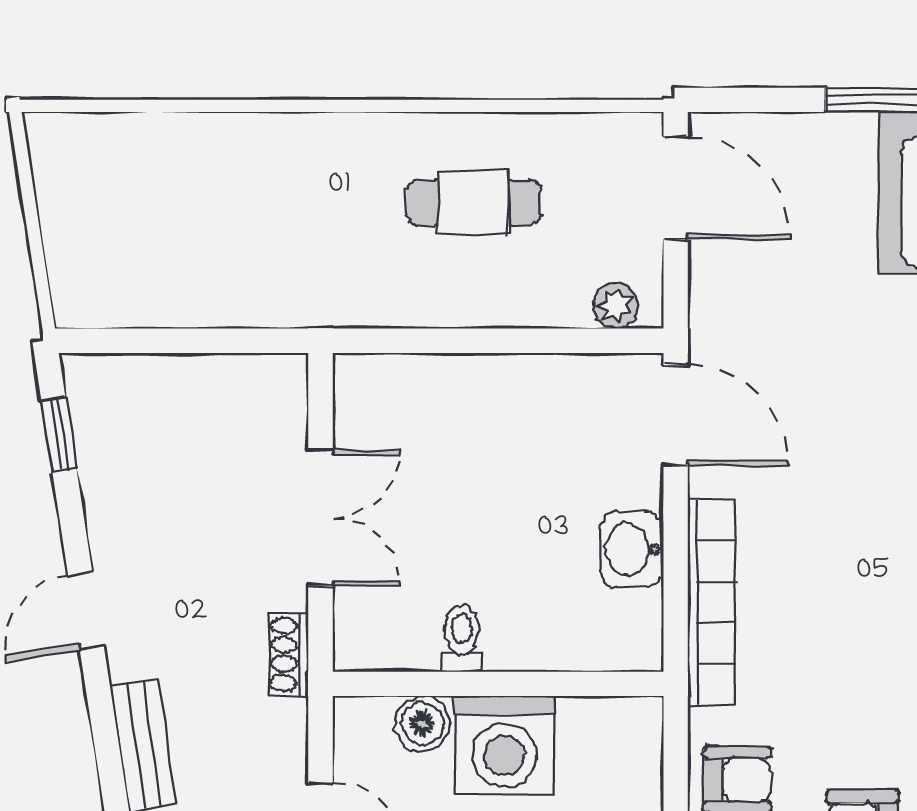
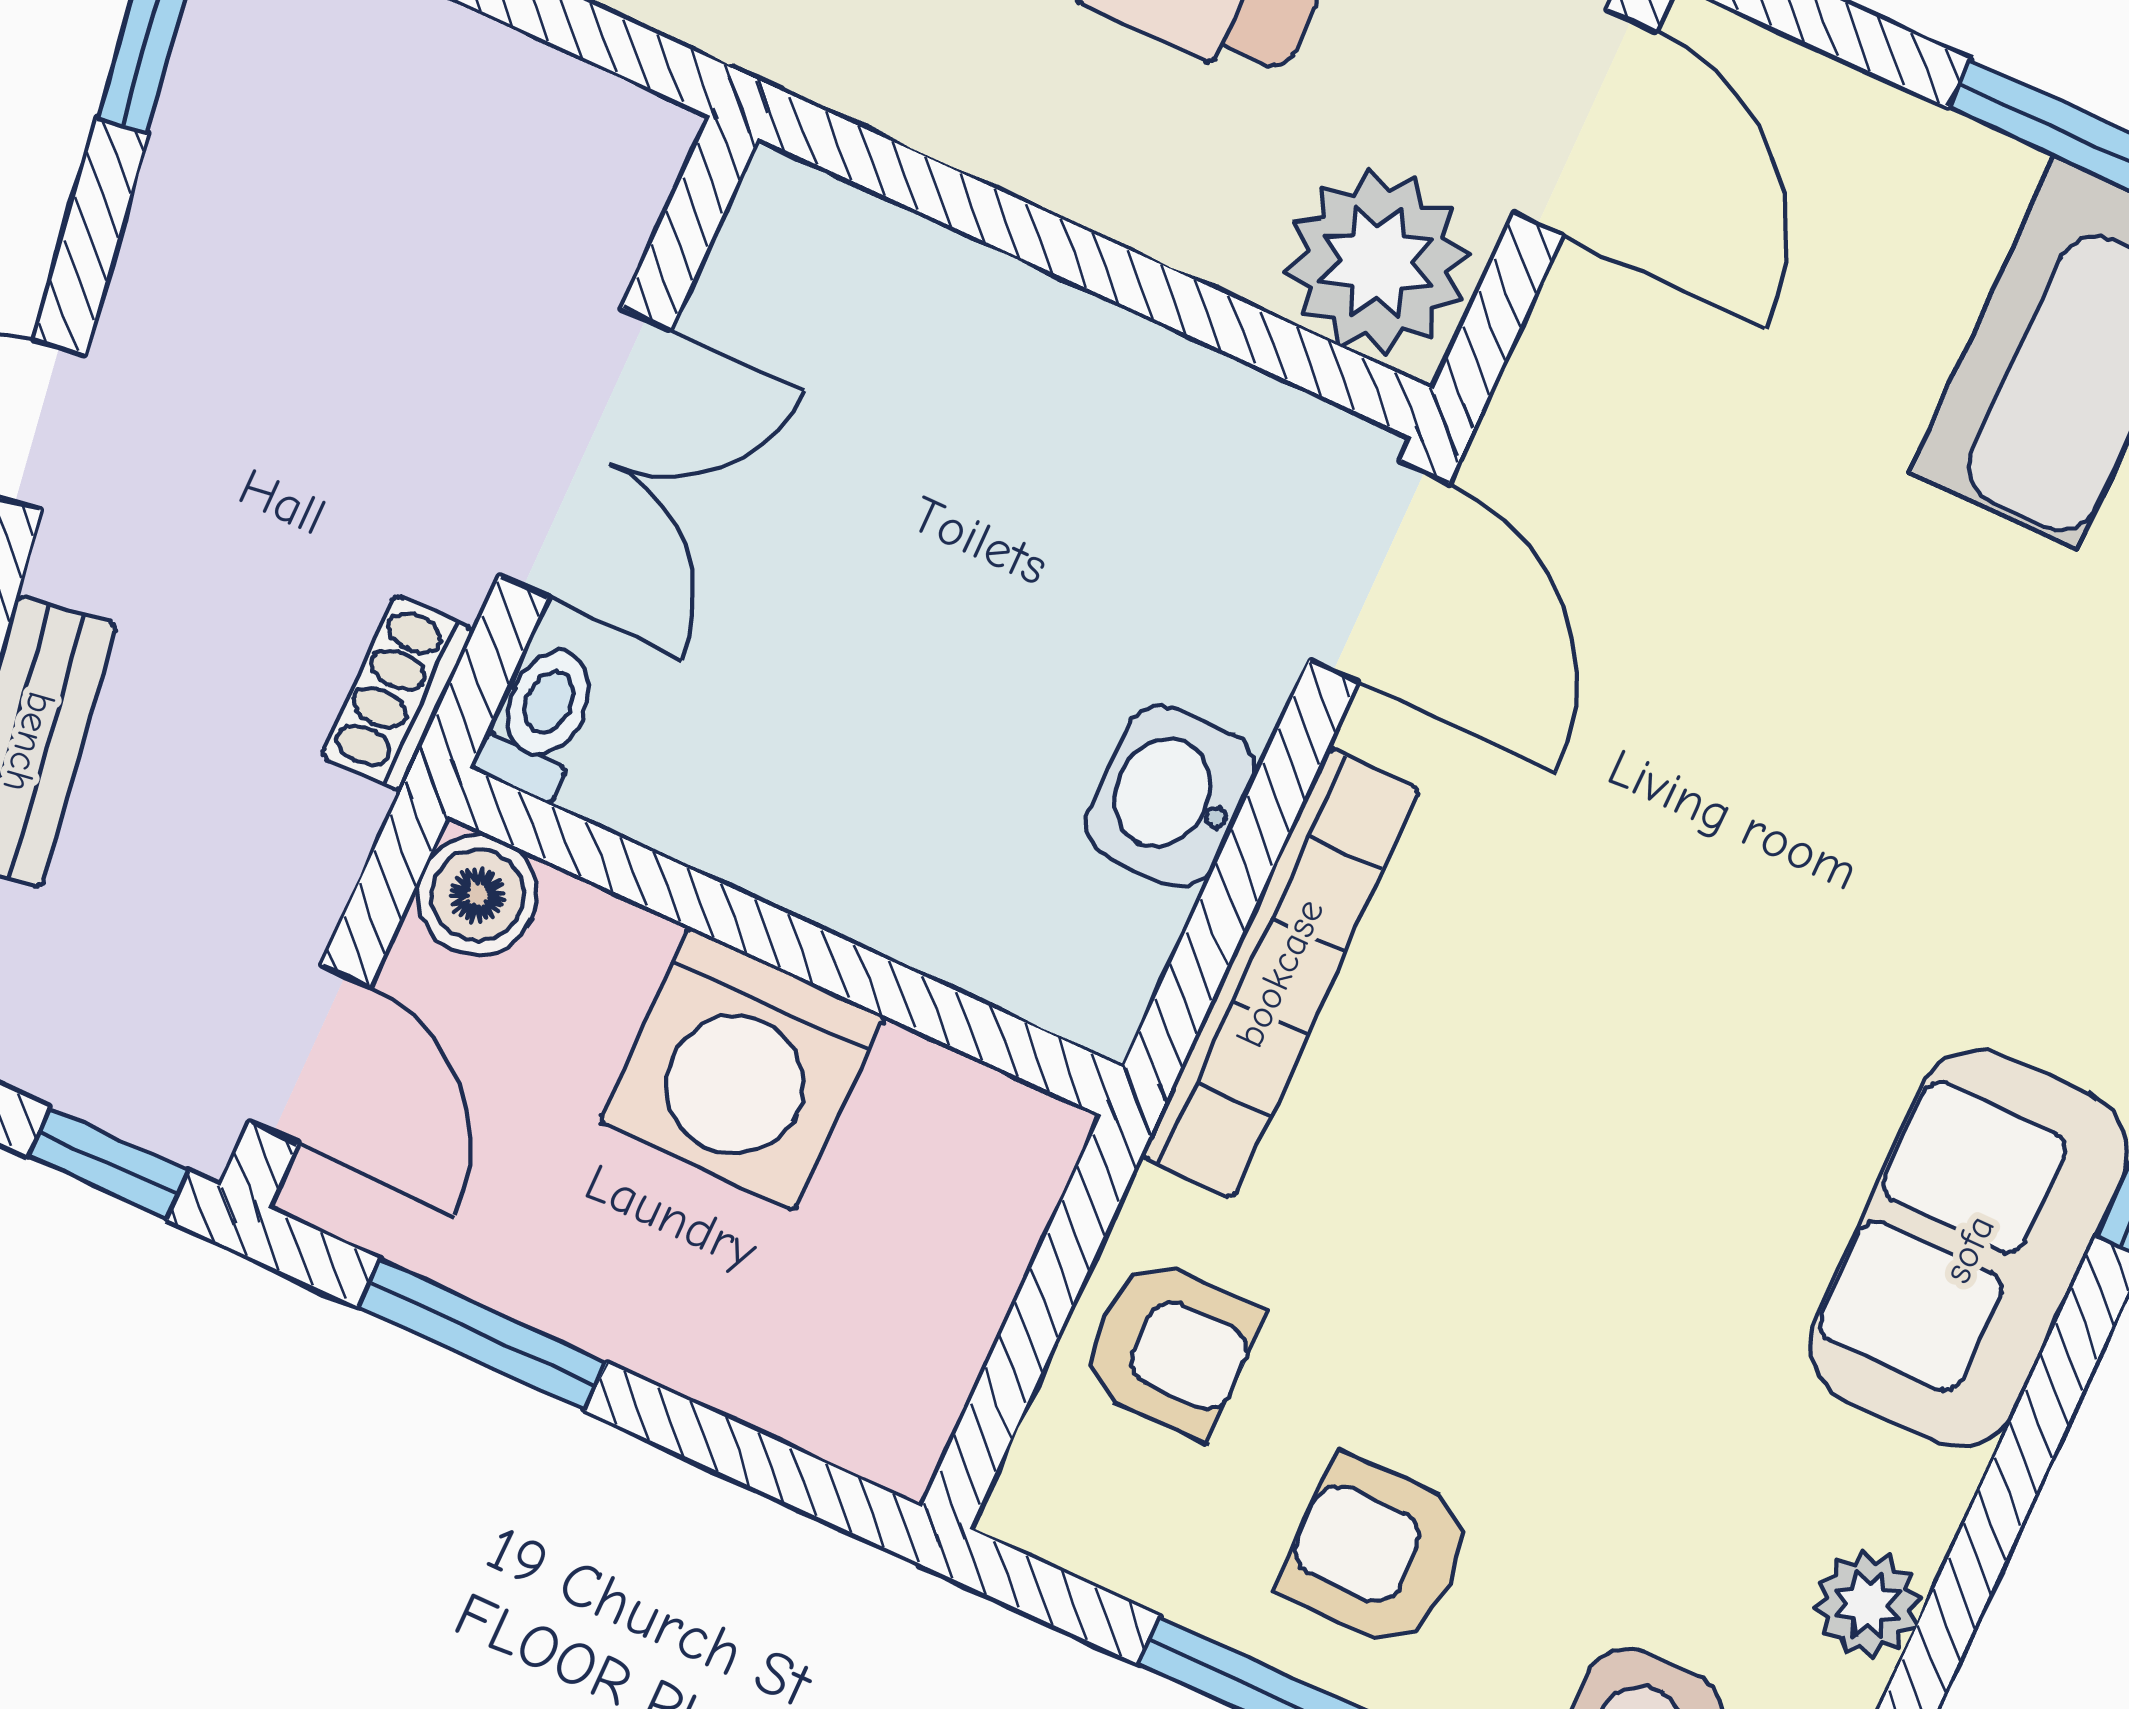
plant: (616, 306) -> (1377, 262), width x1.88, depth x1.88
toilet: (462, 638) -> (540, 720), moved
boiler: (422, 724) -> (477, 895), moved

